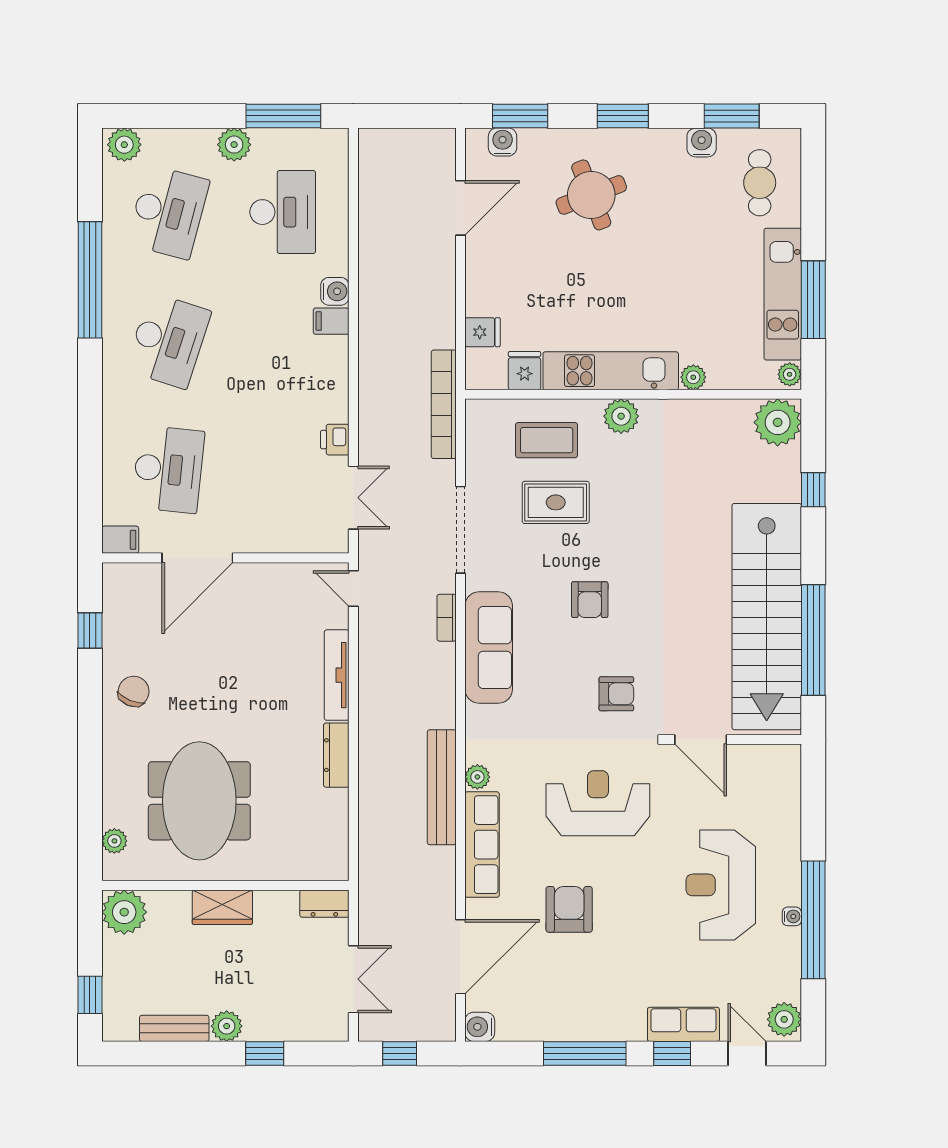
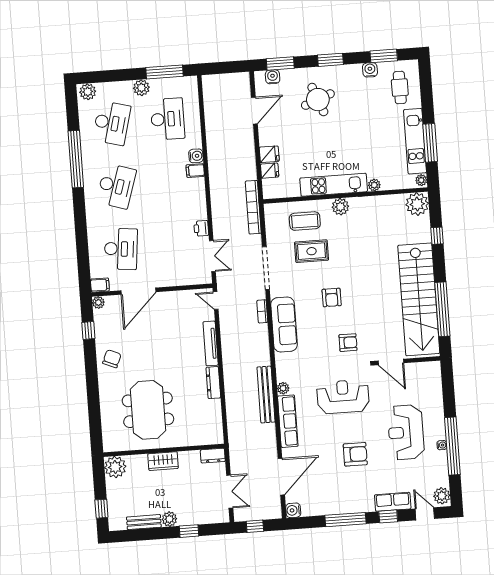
fridge: (525, 371) -> (269, 154), moved, turned 90
plant: (114, 841) -> (98, 302), moved
armchair: (569, 909) -> (355, 454), moved, turned 90

